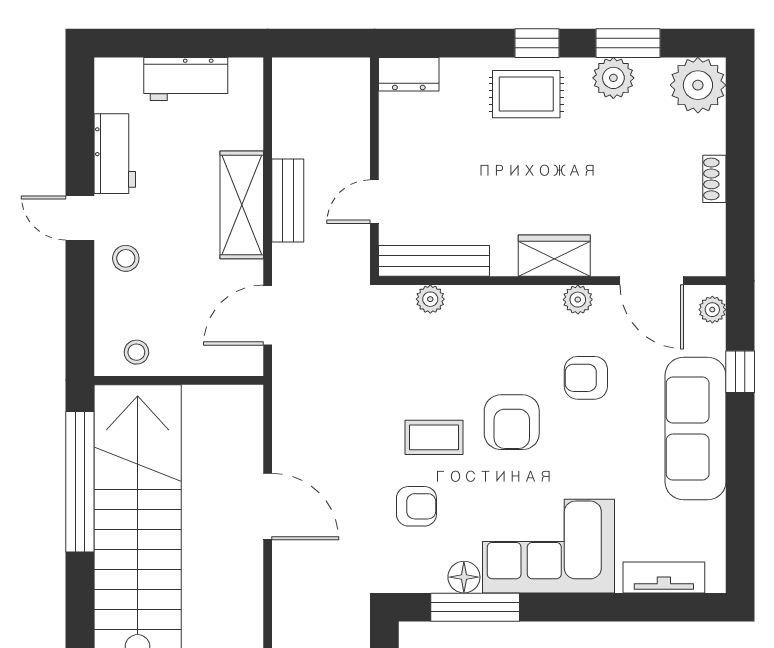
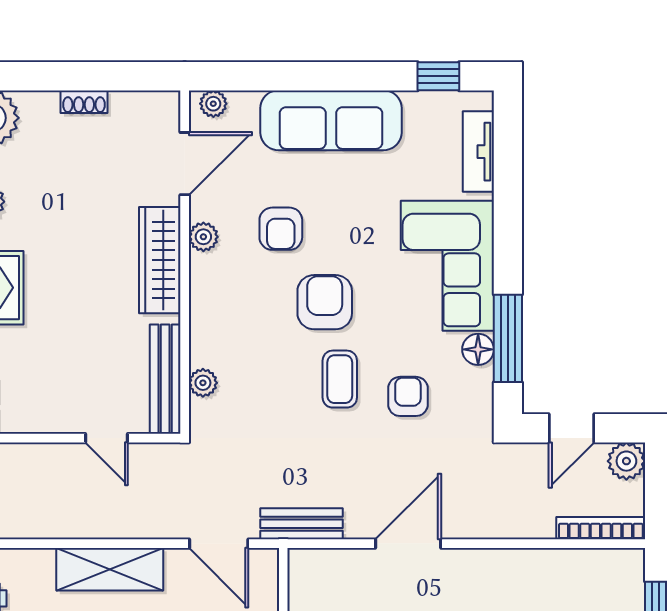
bench: (288, 201) -> (301, 524), moved
wardrobe: (554, 256) -> (160, 260), width x1.50
window: (740, 372) -> (438, 76), moved
armchair: (512, 422) -> (325, 302), turned -90

